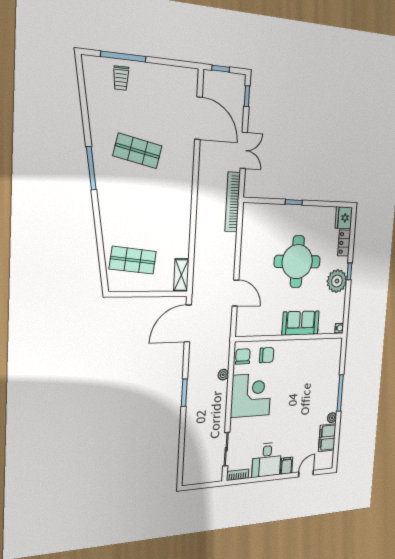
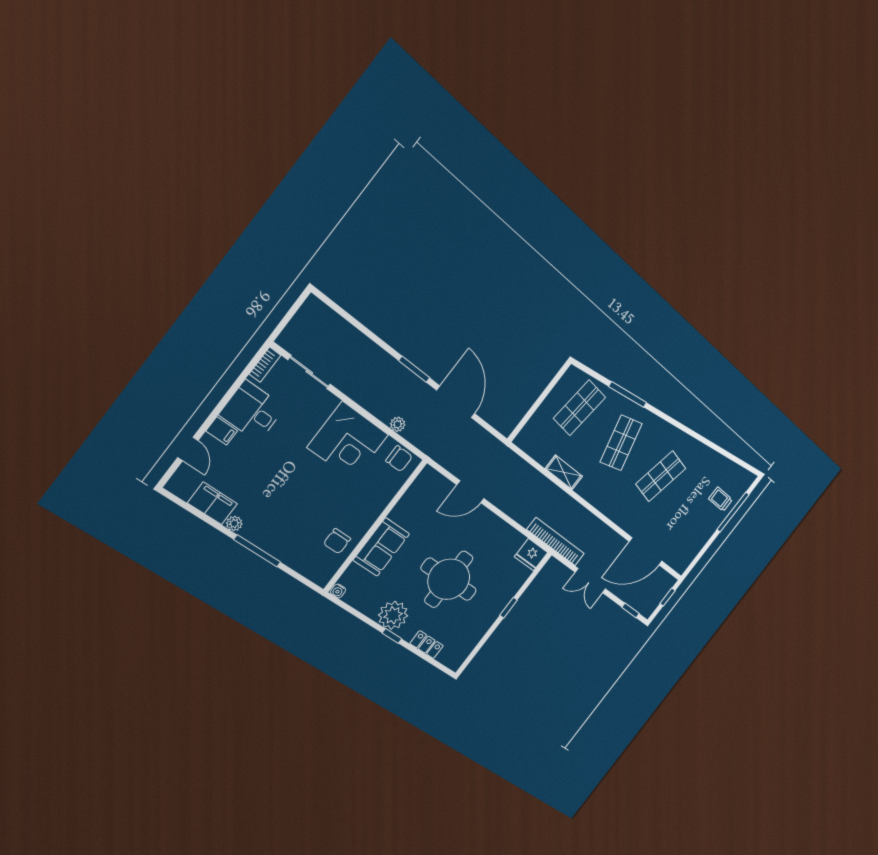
window: (91, 168) -> (628, 395), moved
shop shelf: (135, 206) -> (621, 443), added
fridge: (344, 218) -> (531, 555), moved, turned 180
shelving: (181, 275) -> (564, 472), moved
door: (188, 323) -> (456, 402), moved
chair: (267, 355) -> (337, 541), moved

